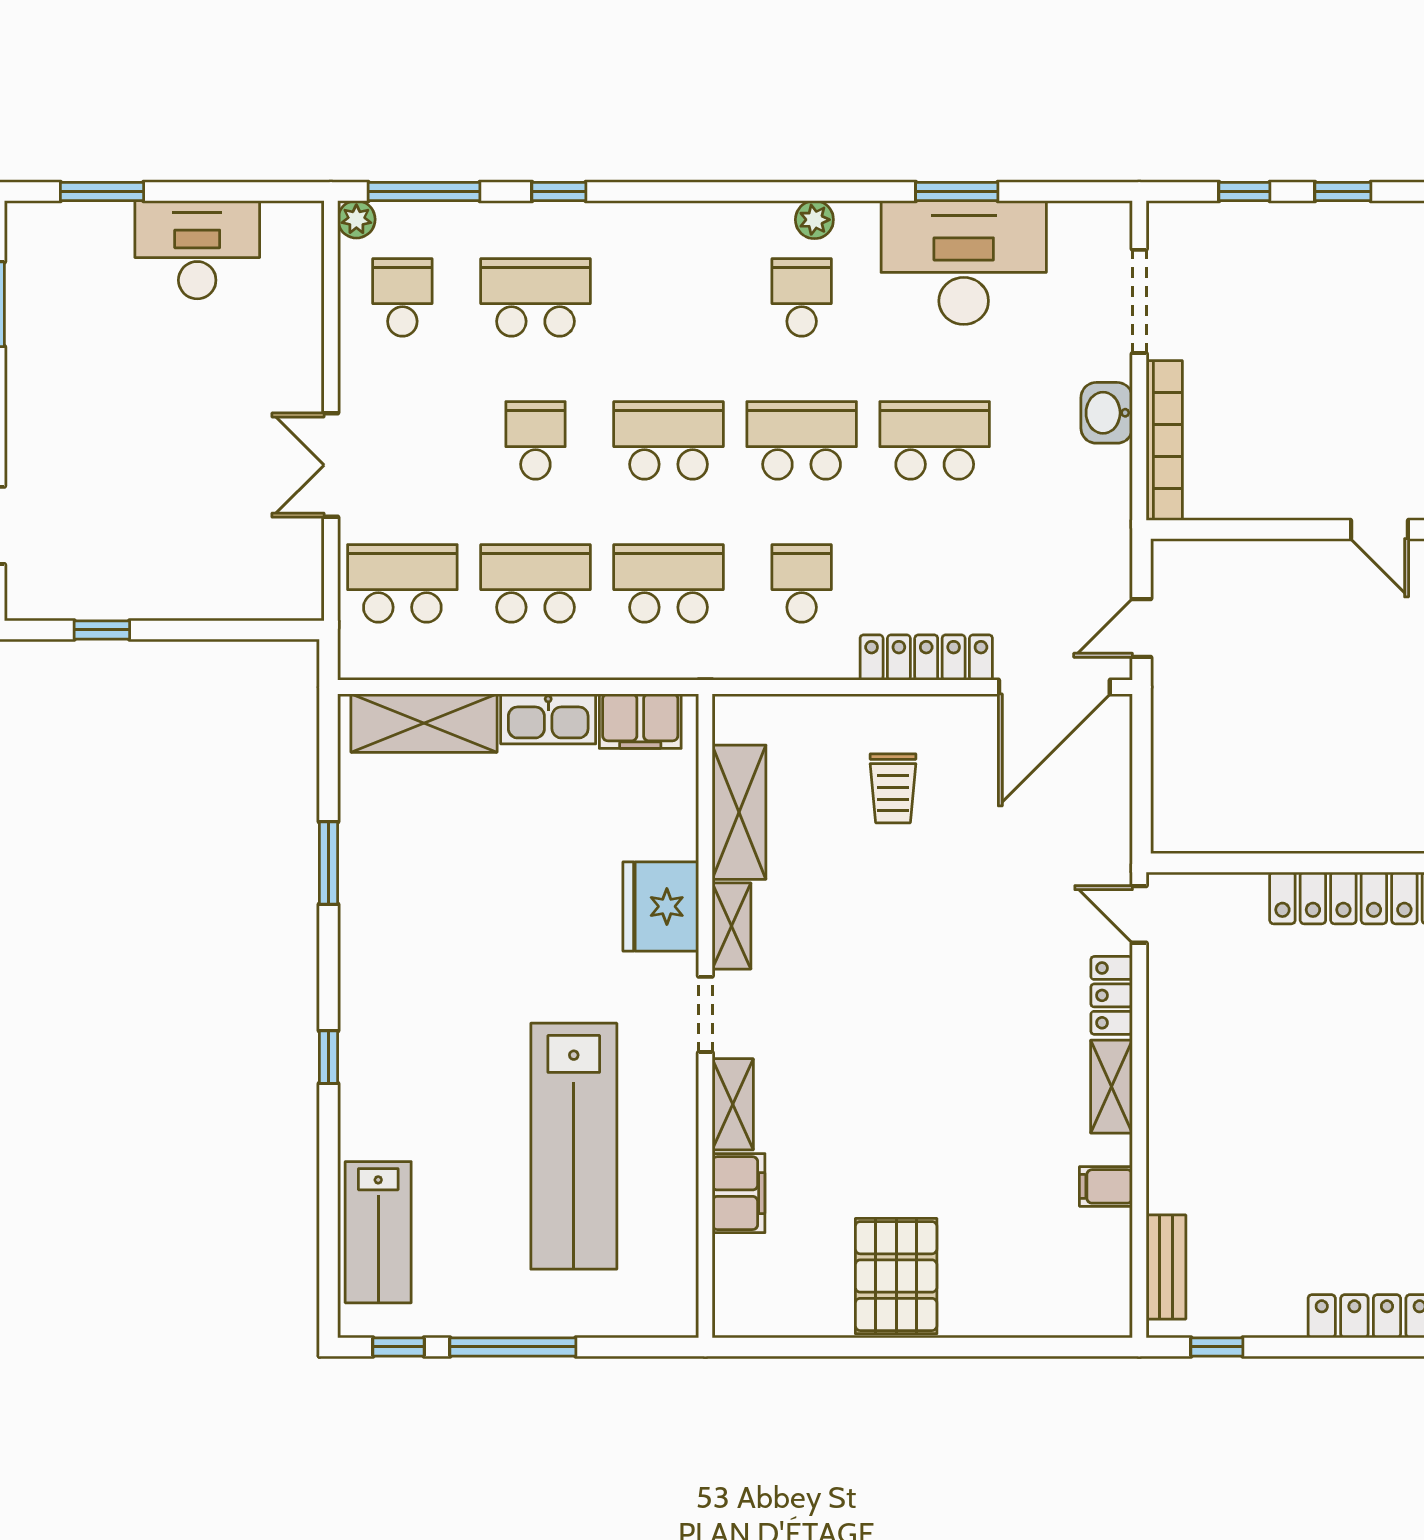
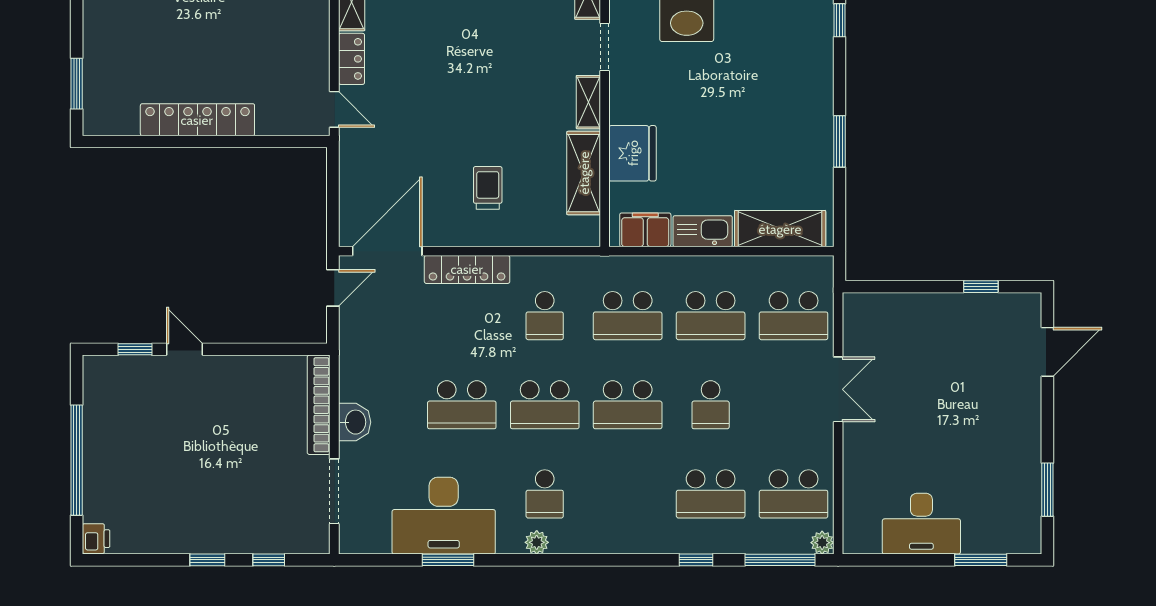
school desk: (402, 297) -> (794, 494), width x1.85
fridge: (661, 906) -> (633, 153), moved

